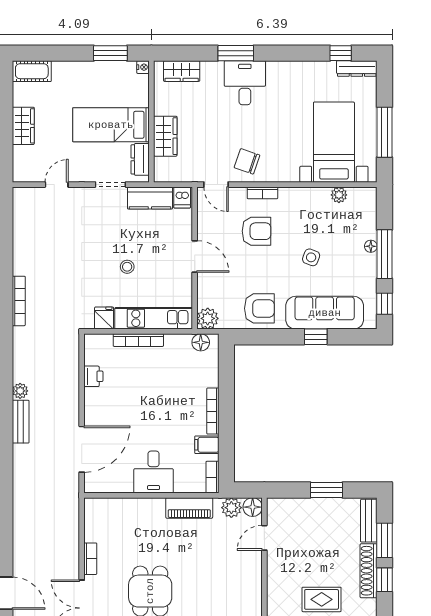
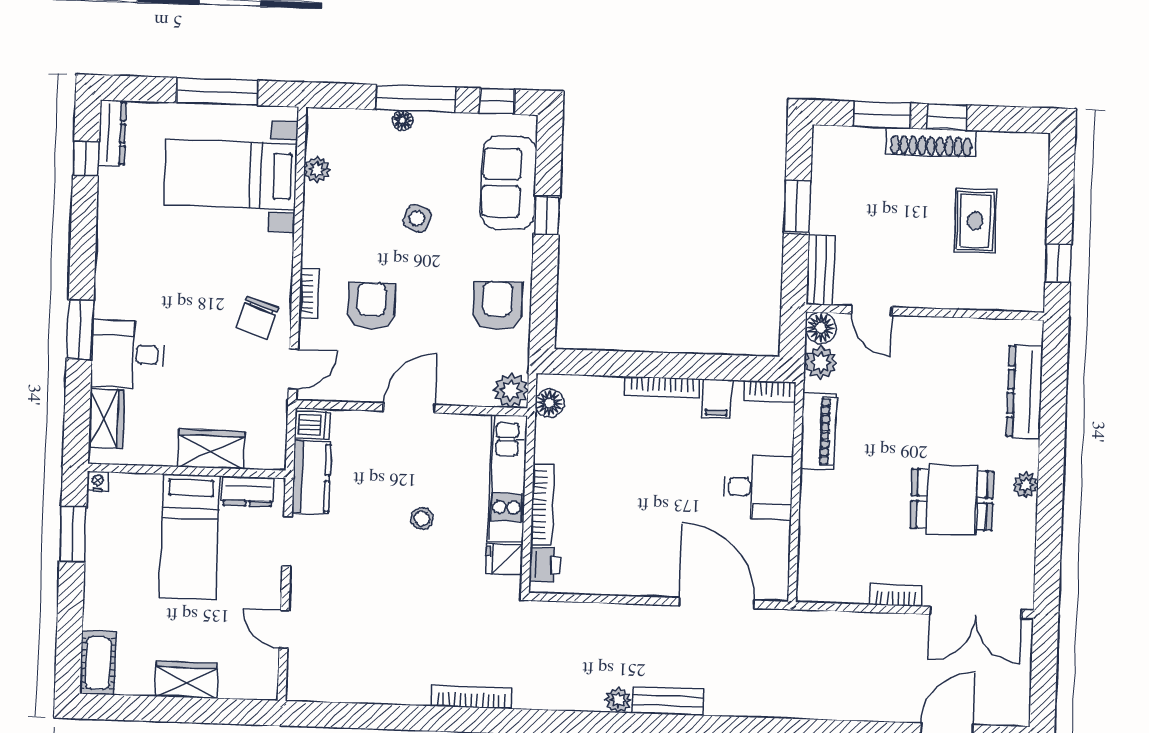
desk: (245, 83) -> (128, 354), moved
sofa: (325, 313) -> (509, 183), width x0.73
printer: (93, 376) -> (545, 565), moved, turned 90
bench: (369, 521) -> (821, 270), moved, turned 90

